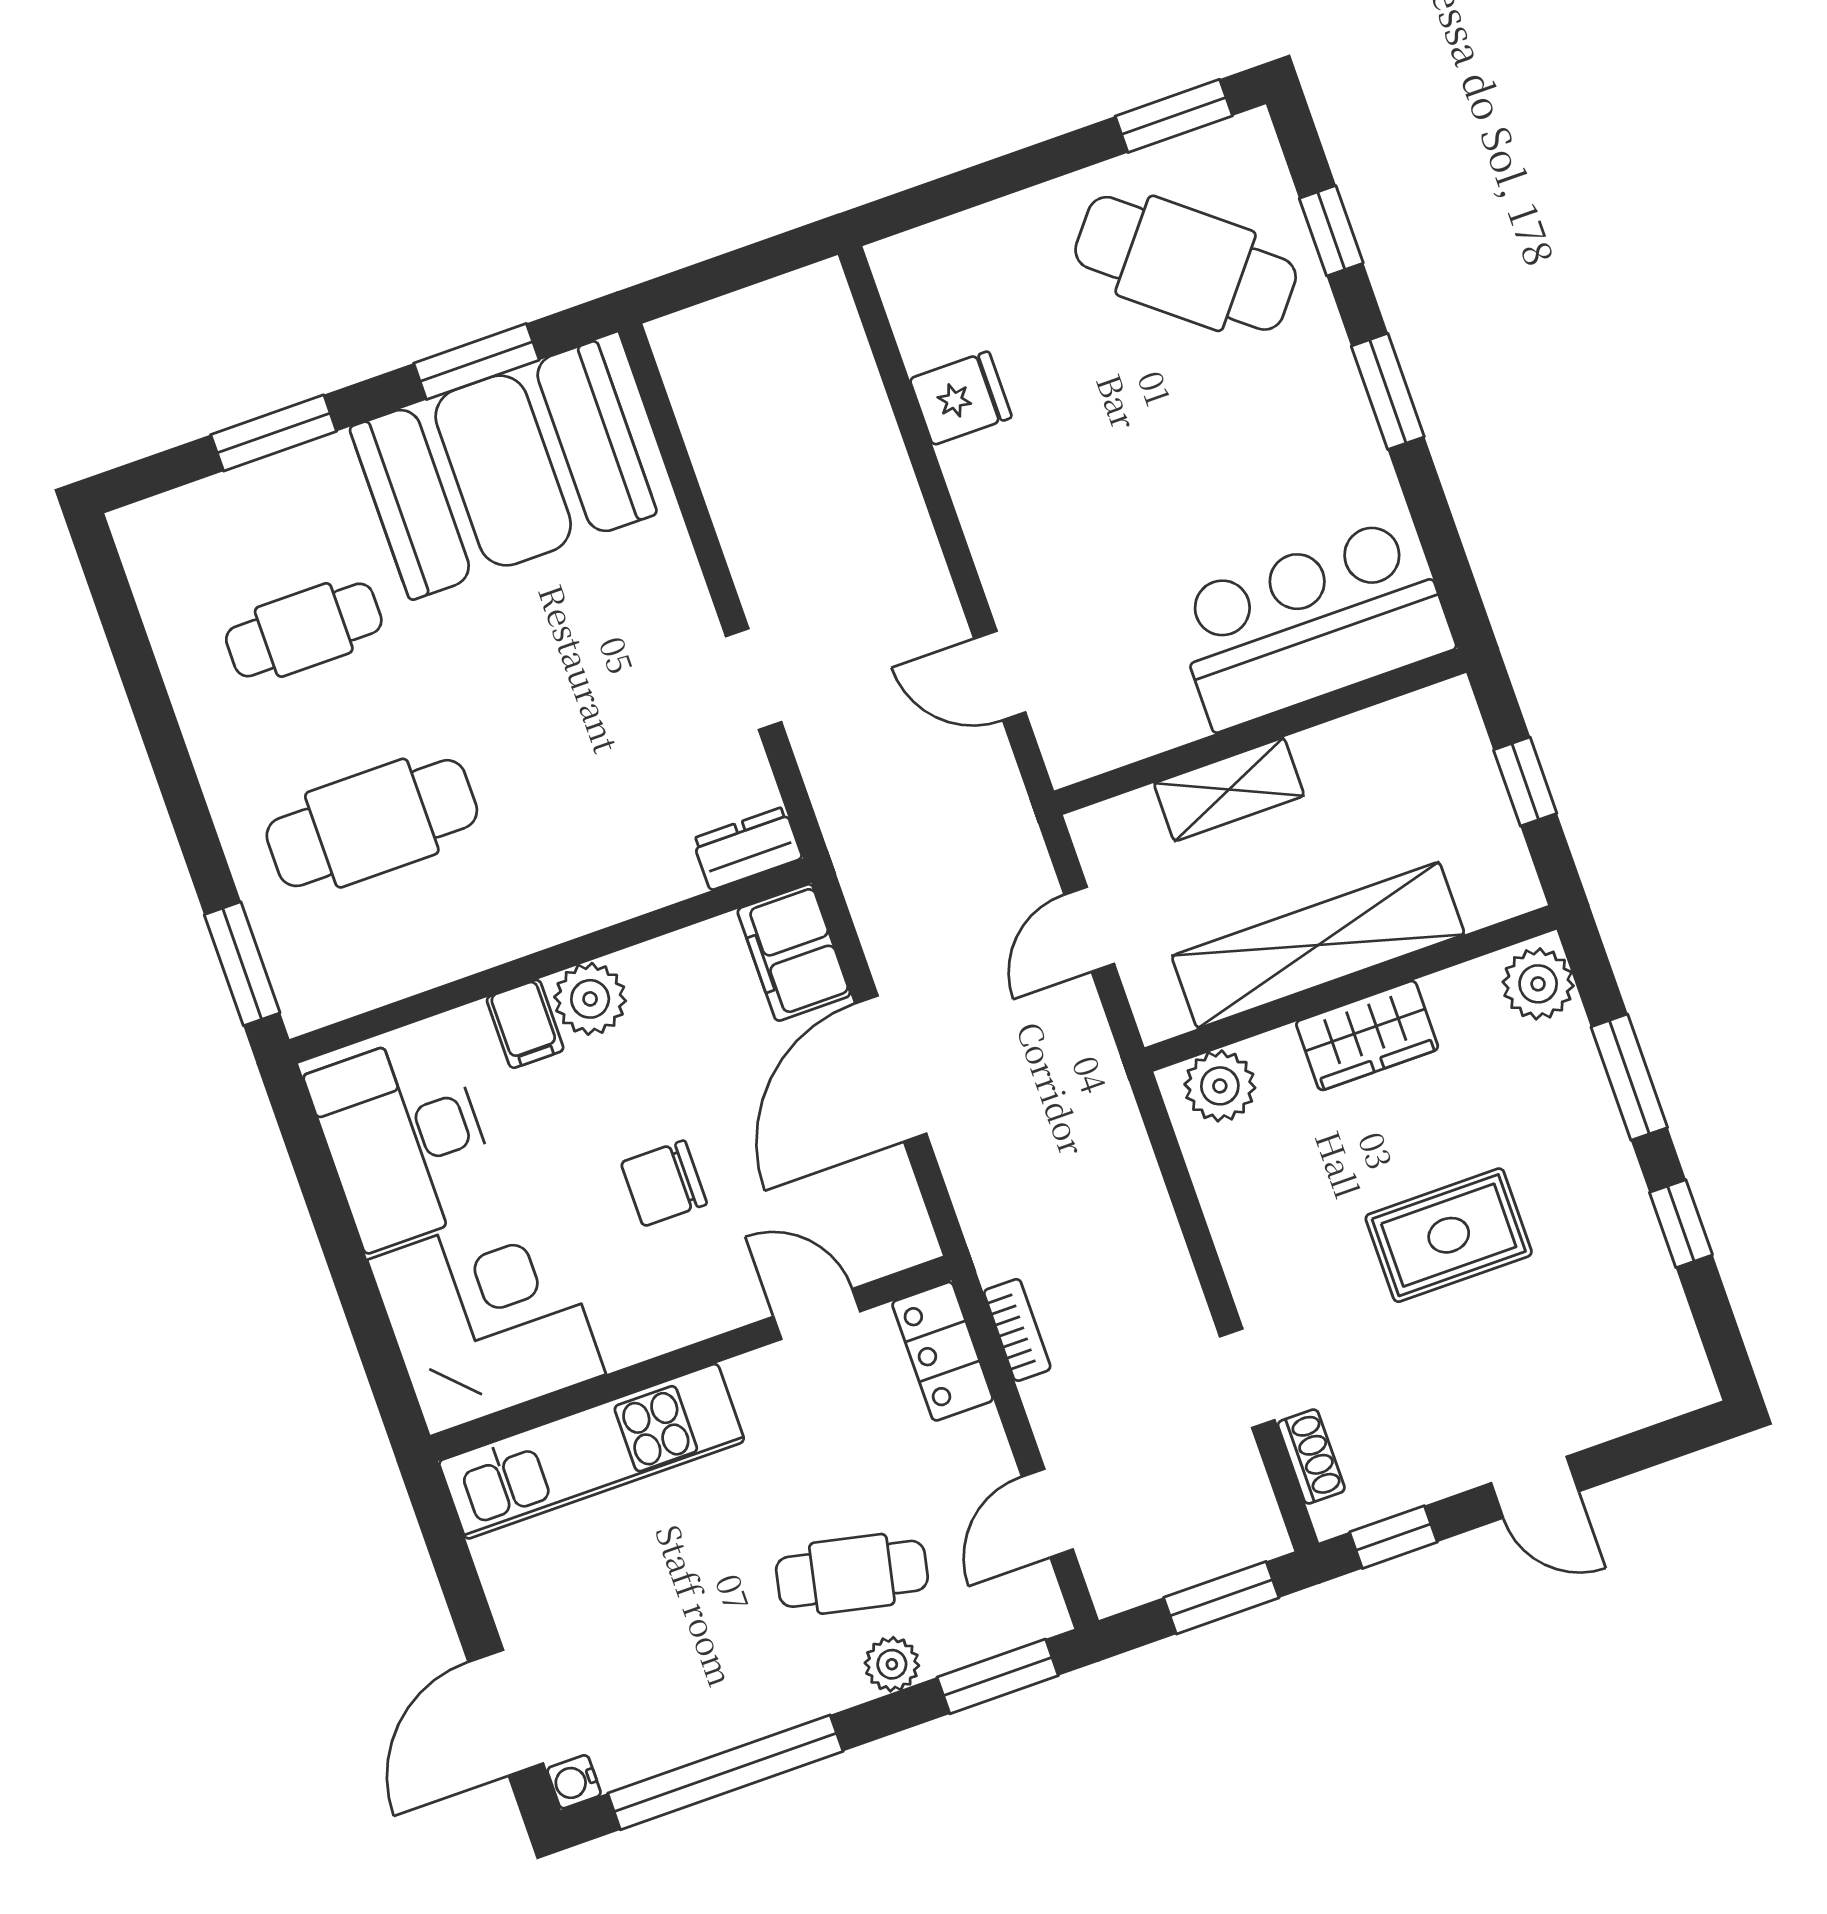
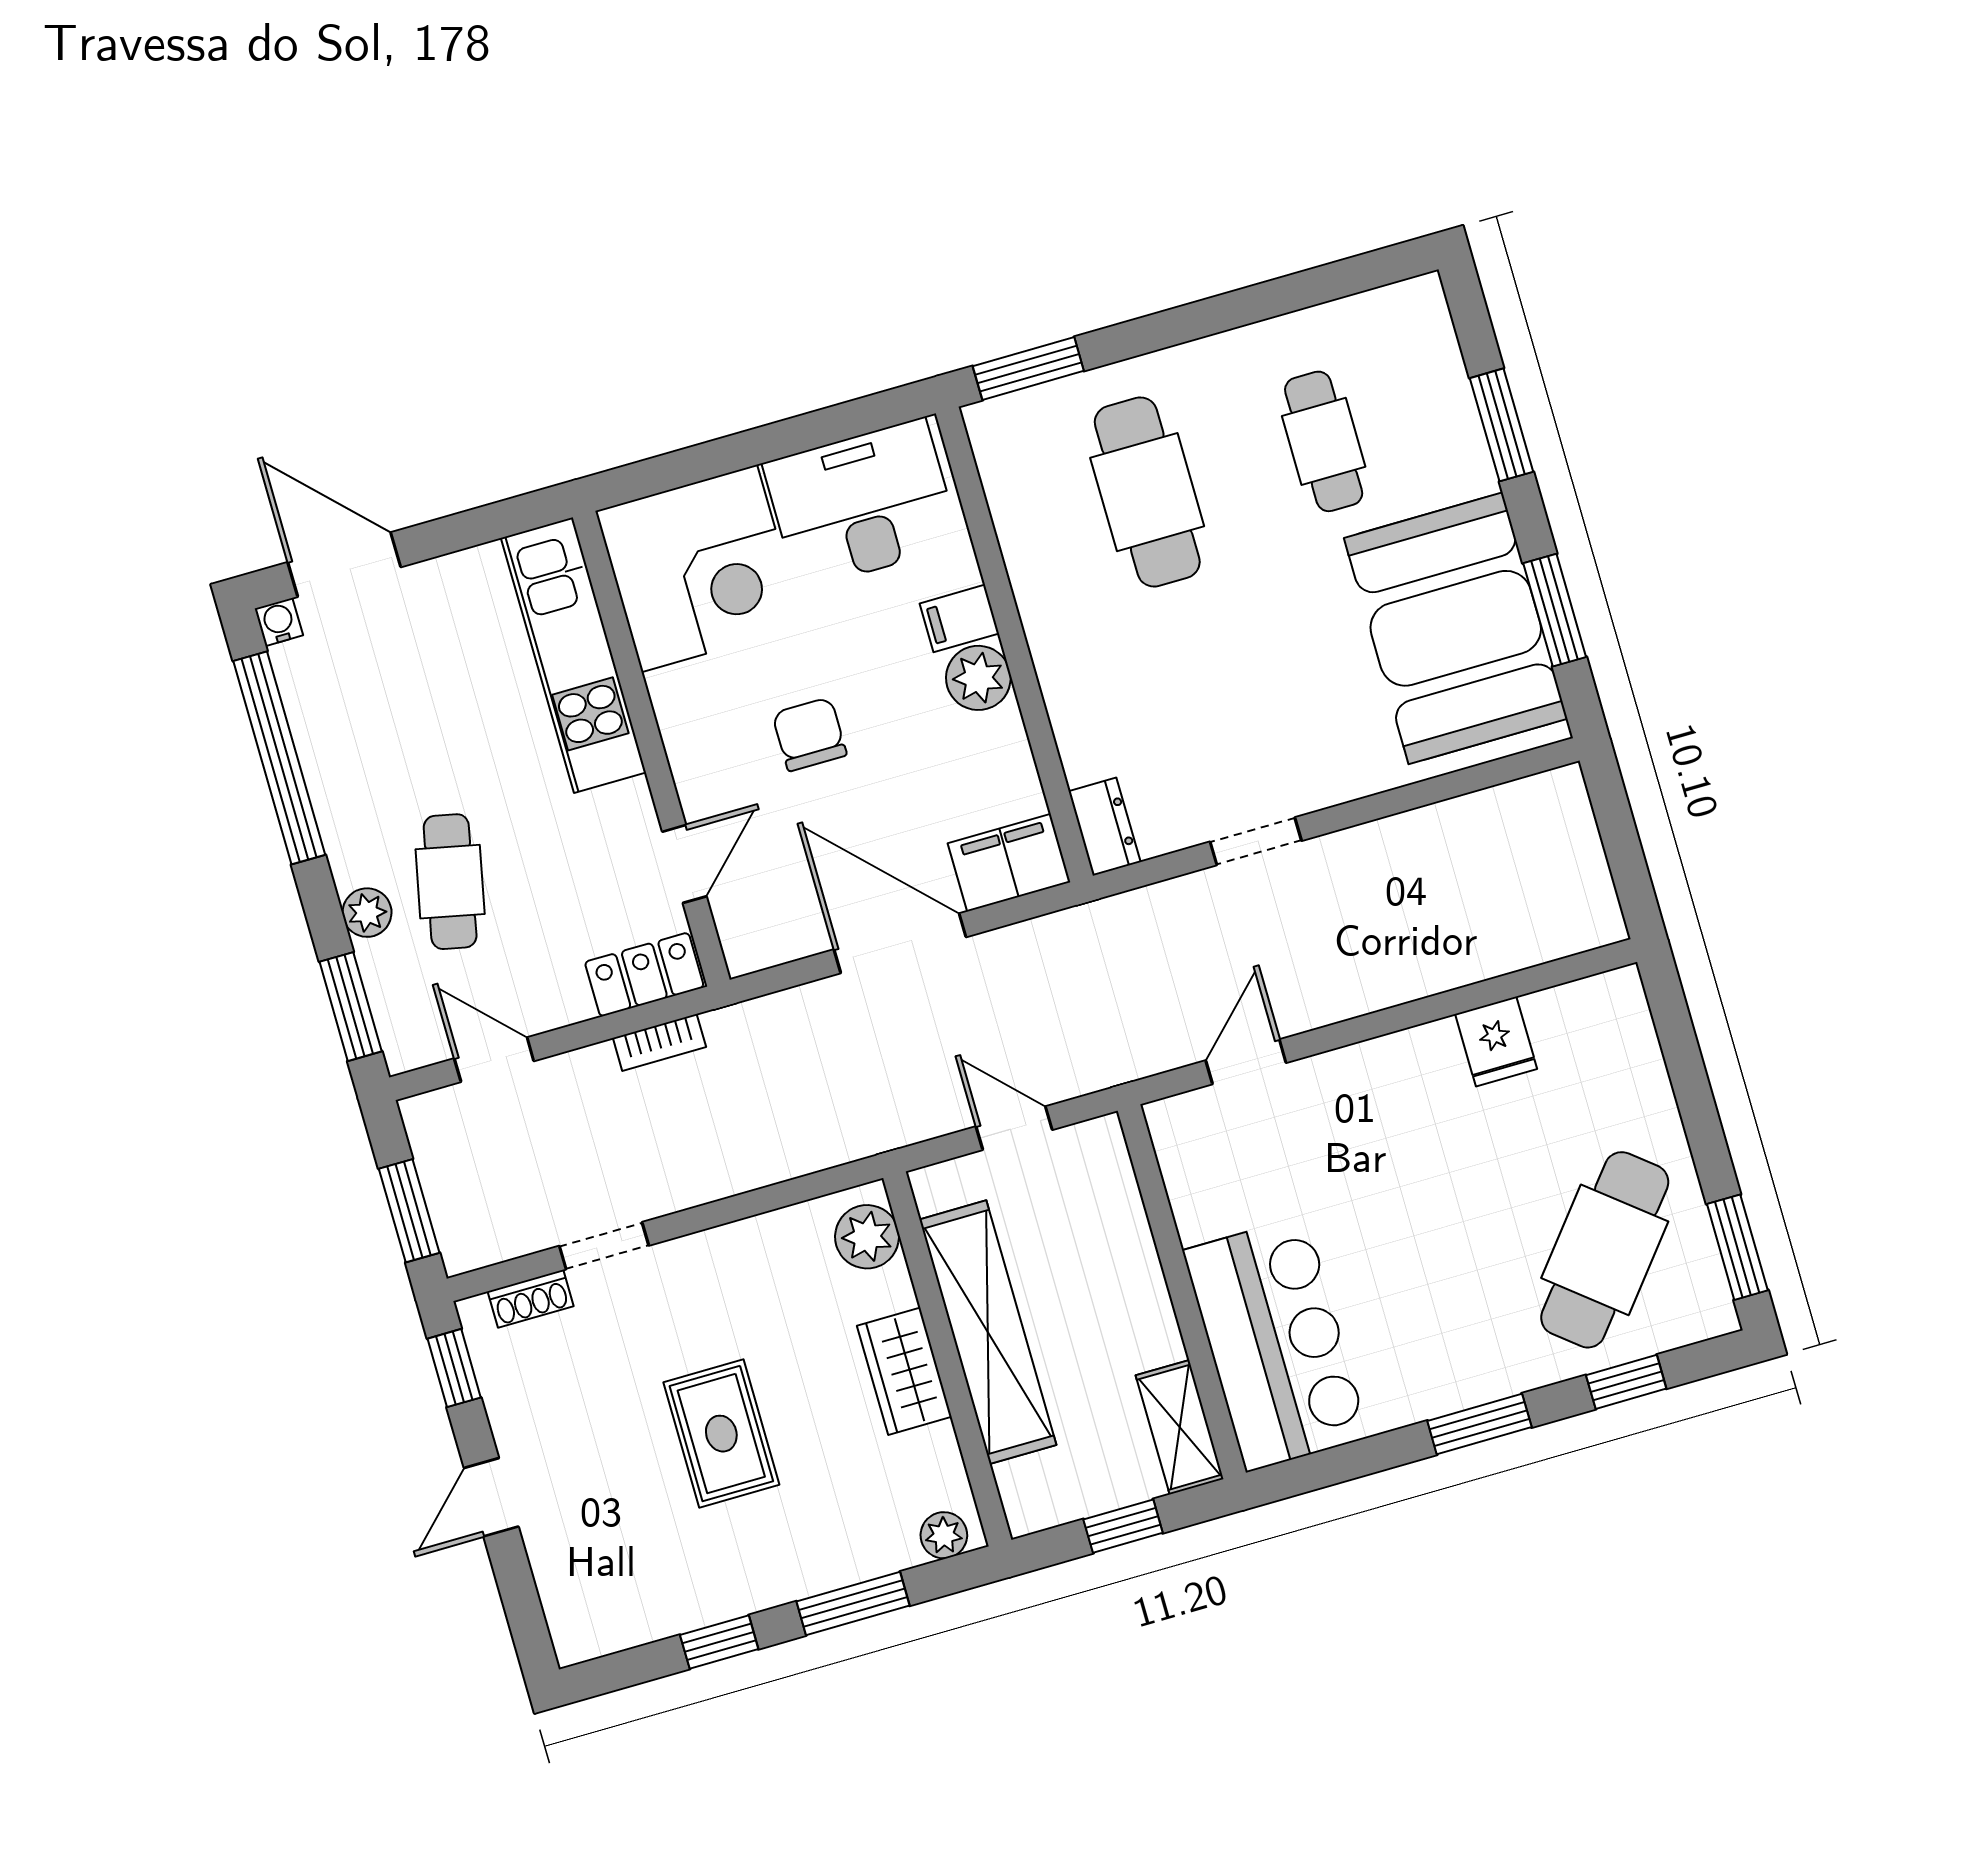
shelving: (1229, 789) -> (1180, 1427), moved
plant: (1538, 984) -> (944, 1535), width x0.73, depth x0.73

